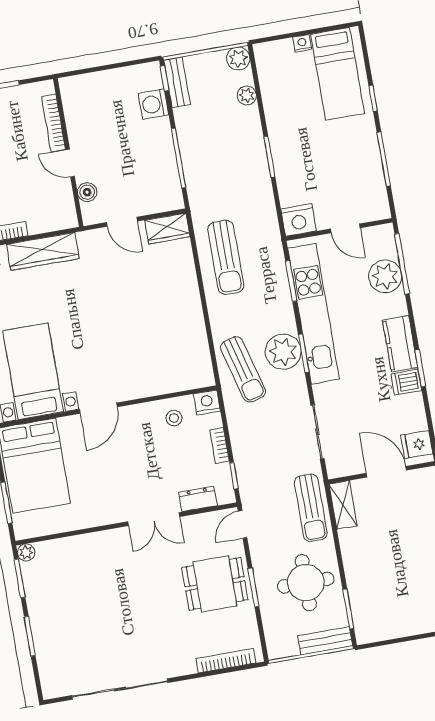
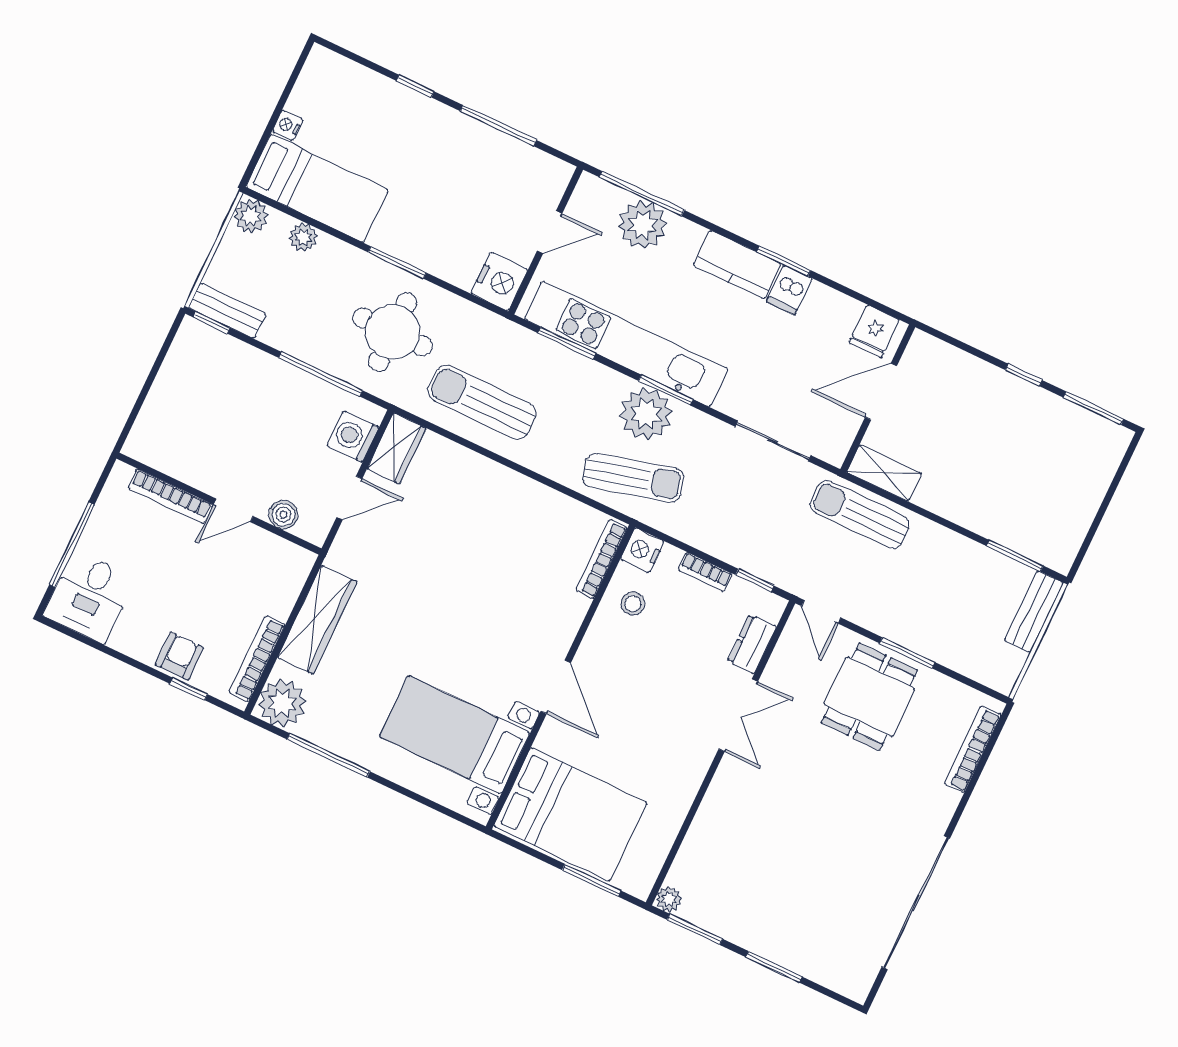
bed: (338, 74) -> (317, 188), moved
washing machine: (153, 104) -> (353, 437), moved, turned 90
sun lounger: (226, 257) -> (482, 402), turned 180
bookcase: (186, 384) -> (602, 559), added
sun lounger: (311, 508) -> (860, 514), turned 180
round table: (306, 583) -> (393, 332), moved

